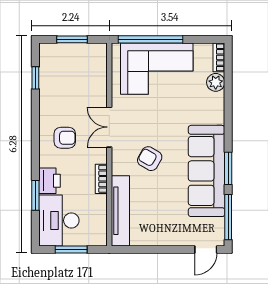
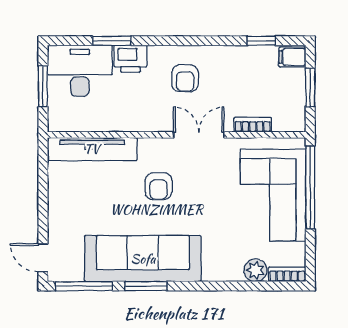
filing cabinet: (48, 53) -> (292, 57), added
armchair: (150, 159) -> (158, 186), turned 150
bookcase: (101, 179) -> (253, 125), moved

